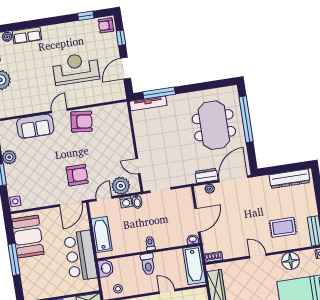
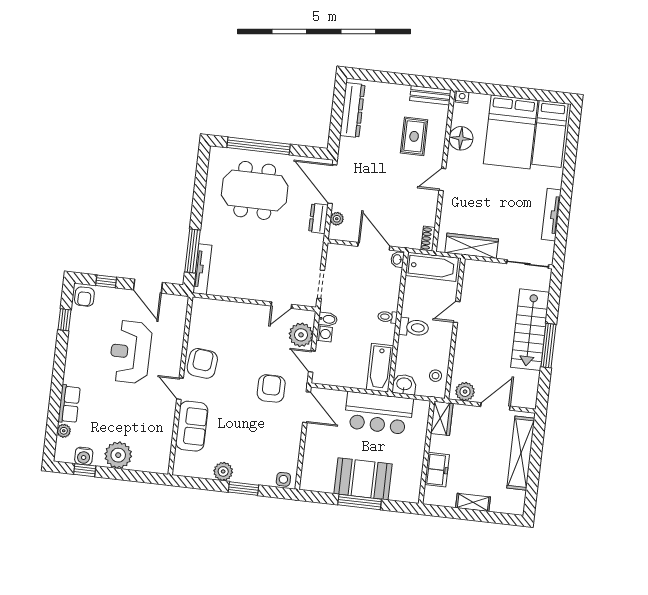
bathtub: (102, 235) -> (380, 368), moved, turned -90
booth: (28, 237) -> (363, 479), moved

